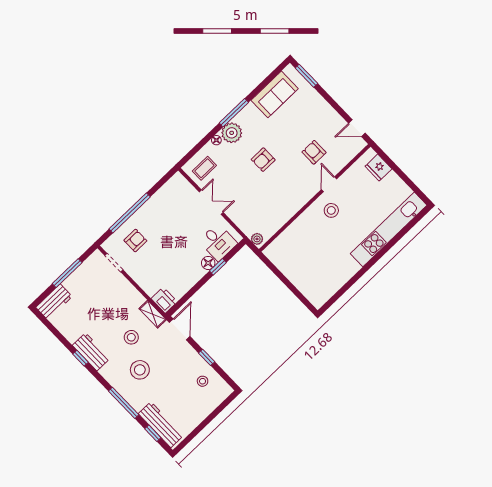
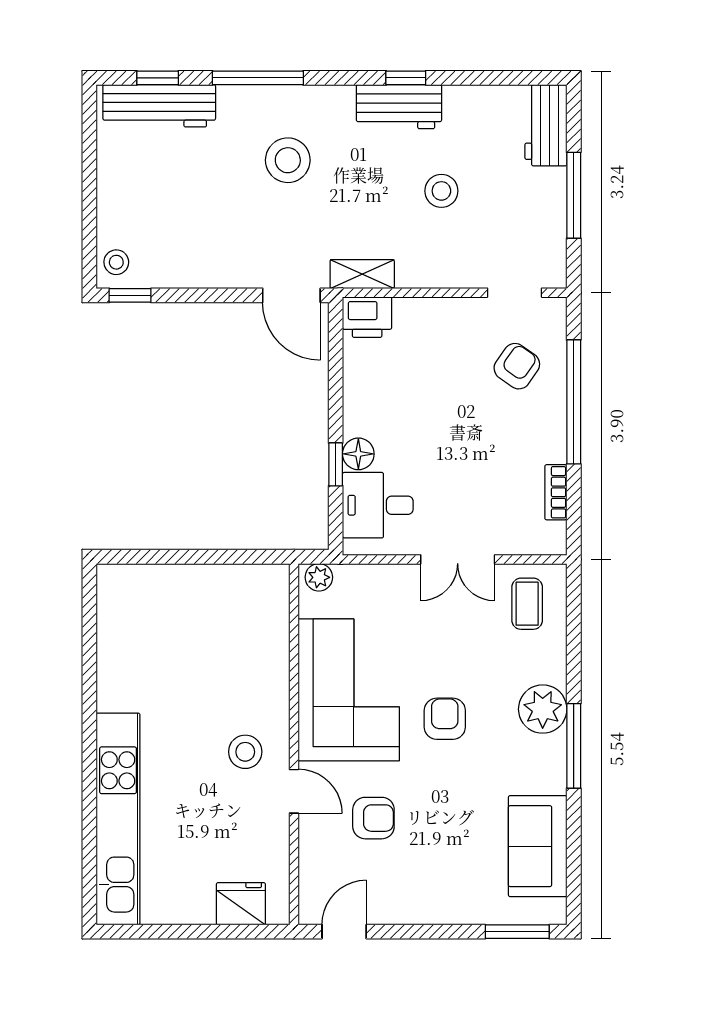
floor lamp: (216, 140) -> (555, 671), removed
bookcase: (162, 192) -> (556, 492), added
corner sofa: (282, 197) -> (349, 690), added
armchair: (135, 241) -> (517, 366), turned -145
stool: (131, 337) -> (441, 191), moved
window: (207, 357) -> (130, 295), moved
stool: (203, 381) -> (116, 262), moved

